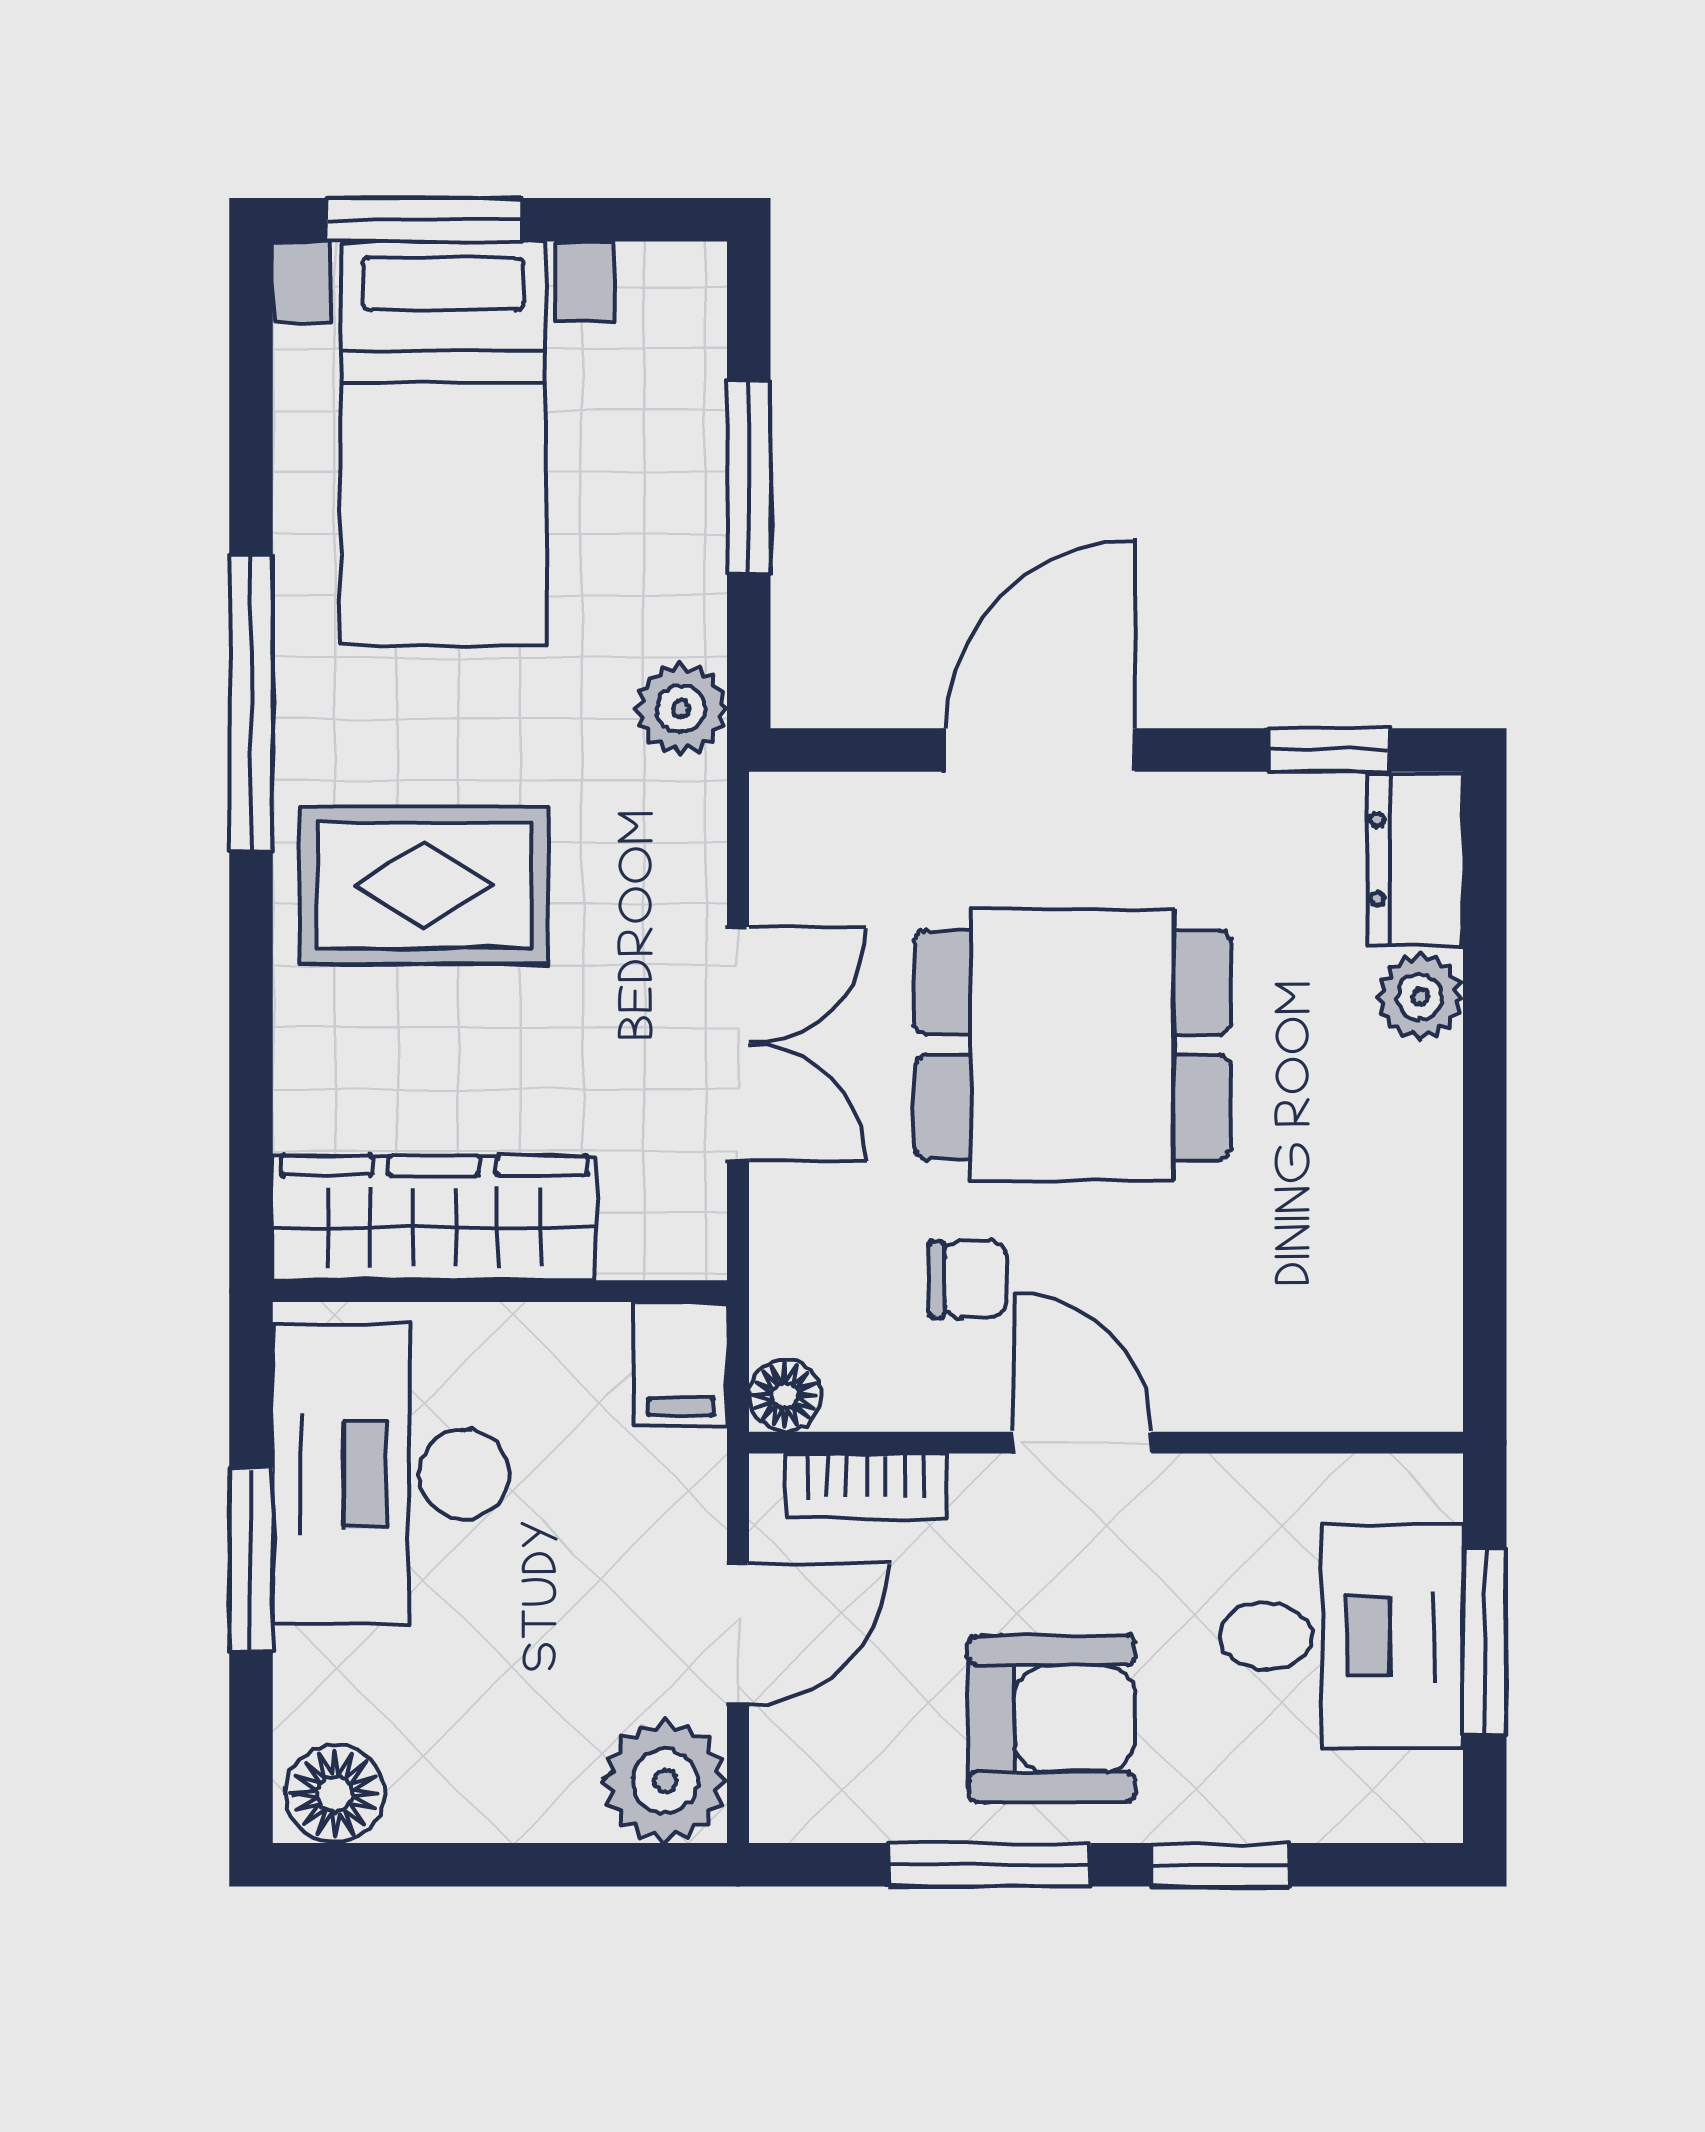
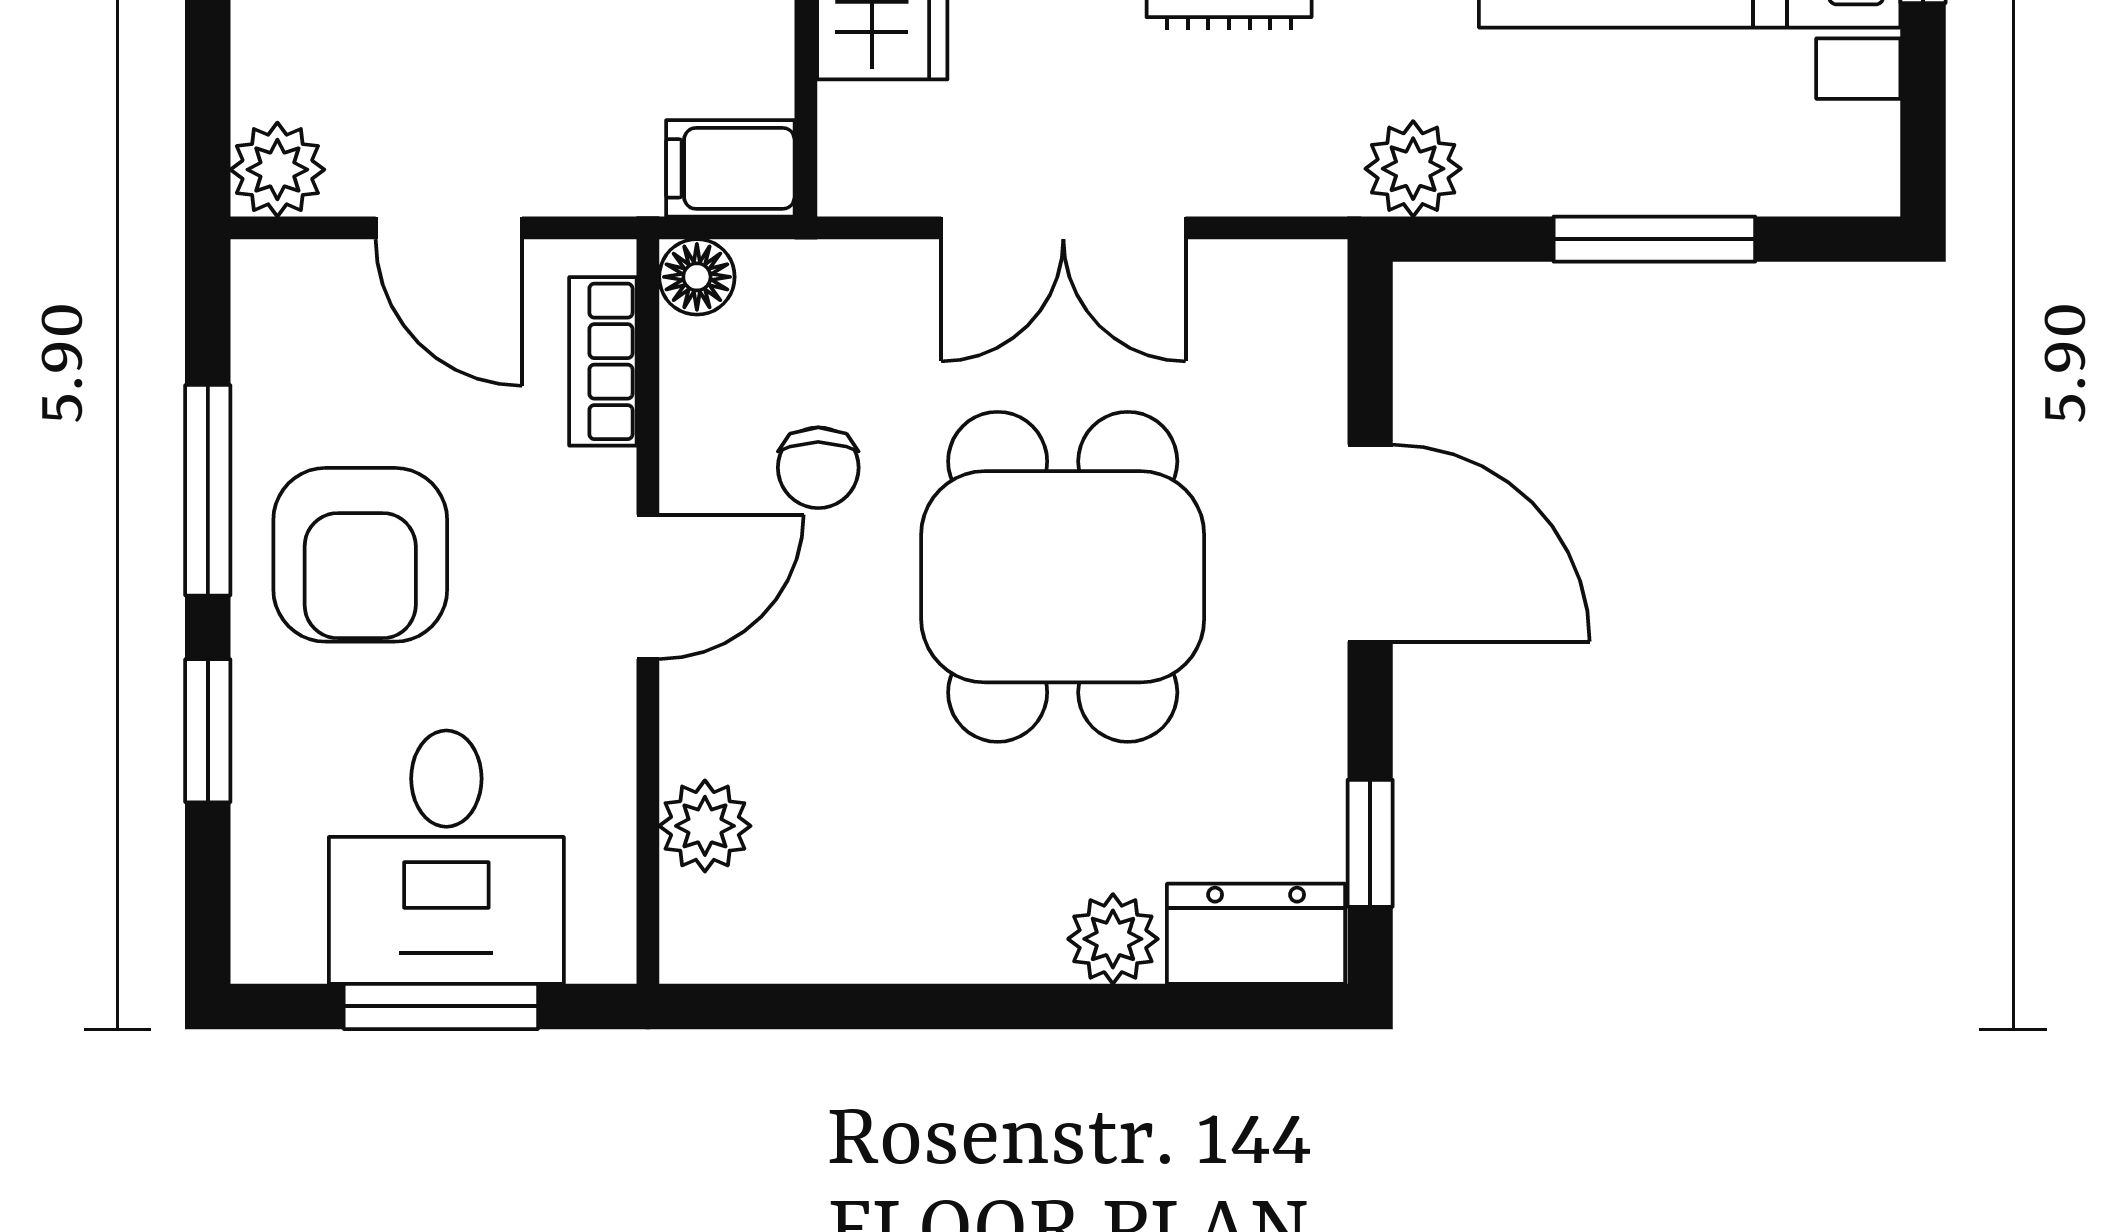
plant: (1312, 1388) -> (705, 826), added
plant: (665, 1781) -> (277, 170), width x0.73, depth x0.73

